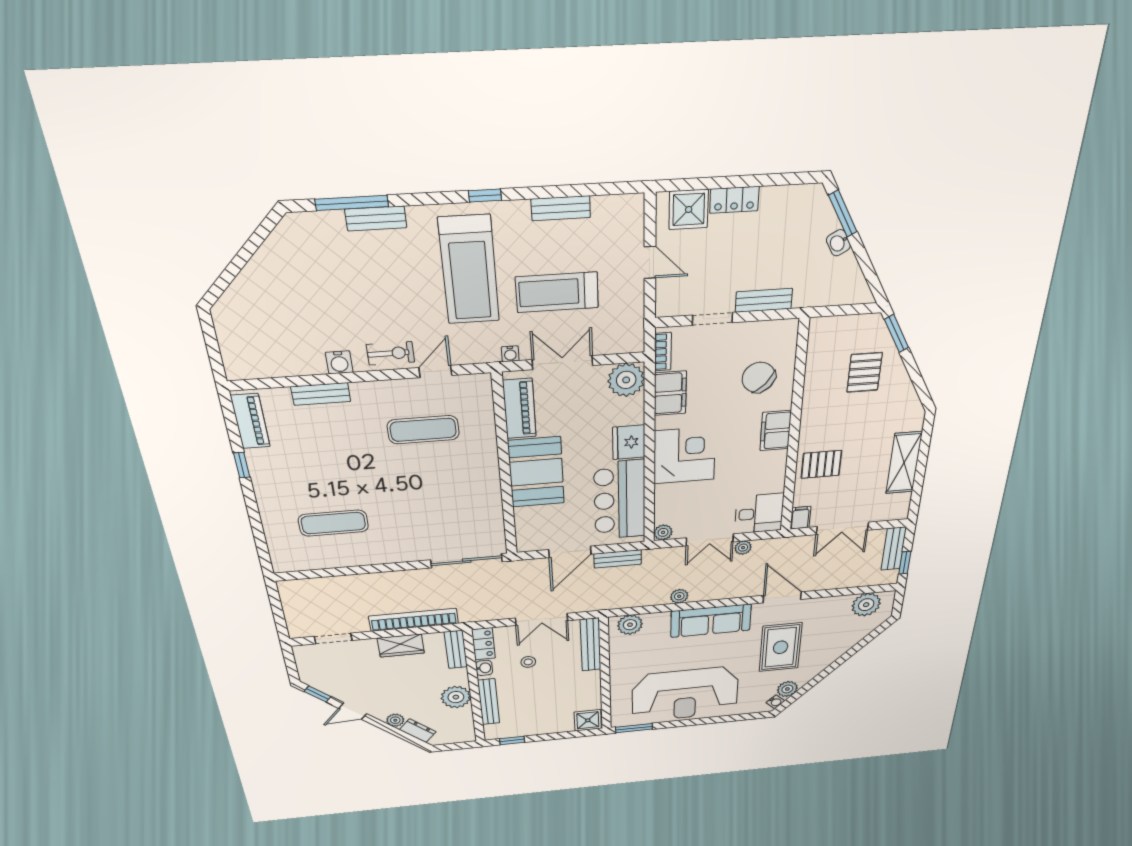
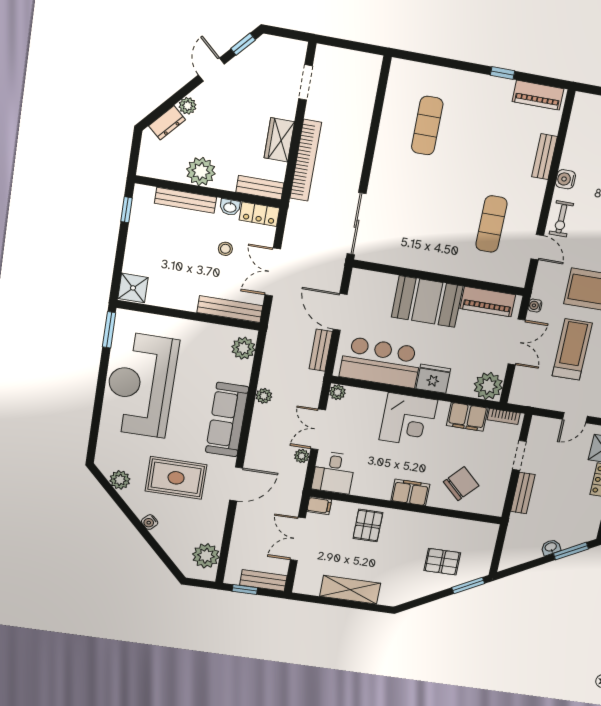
water cooler: (775, 702) -> (150, 522), moved

